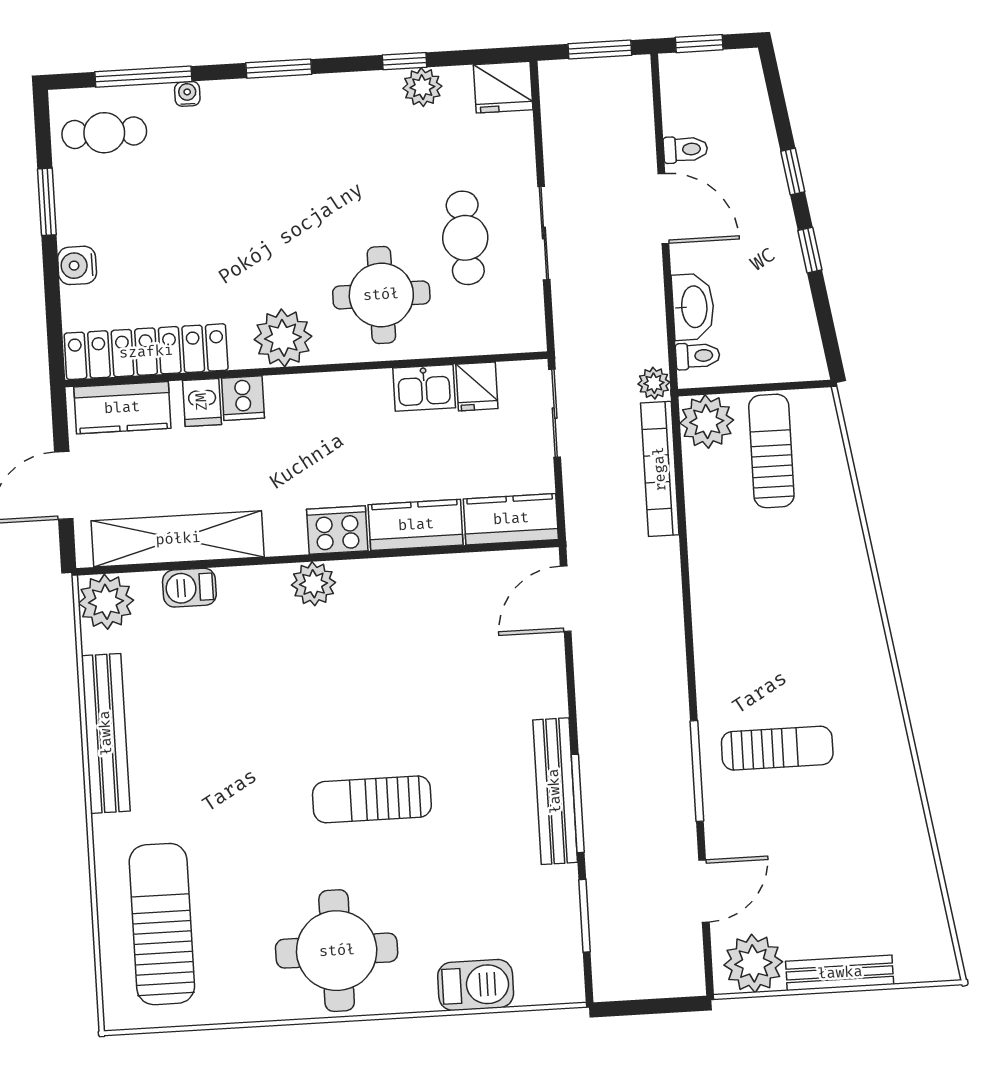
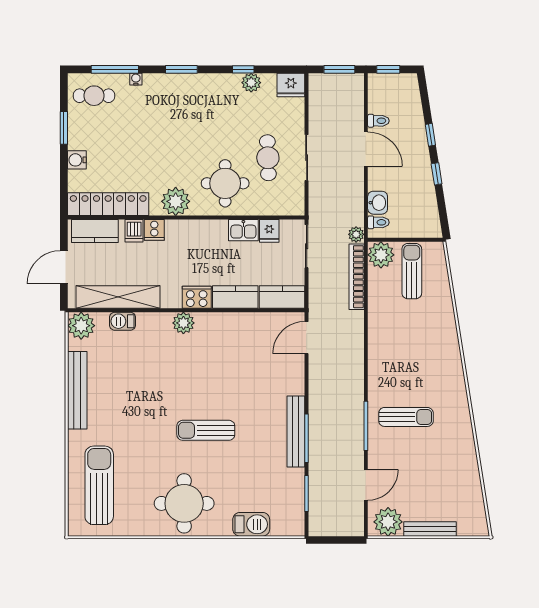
washbasin: (693, 307) -> (378, 203), width x0.72

